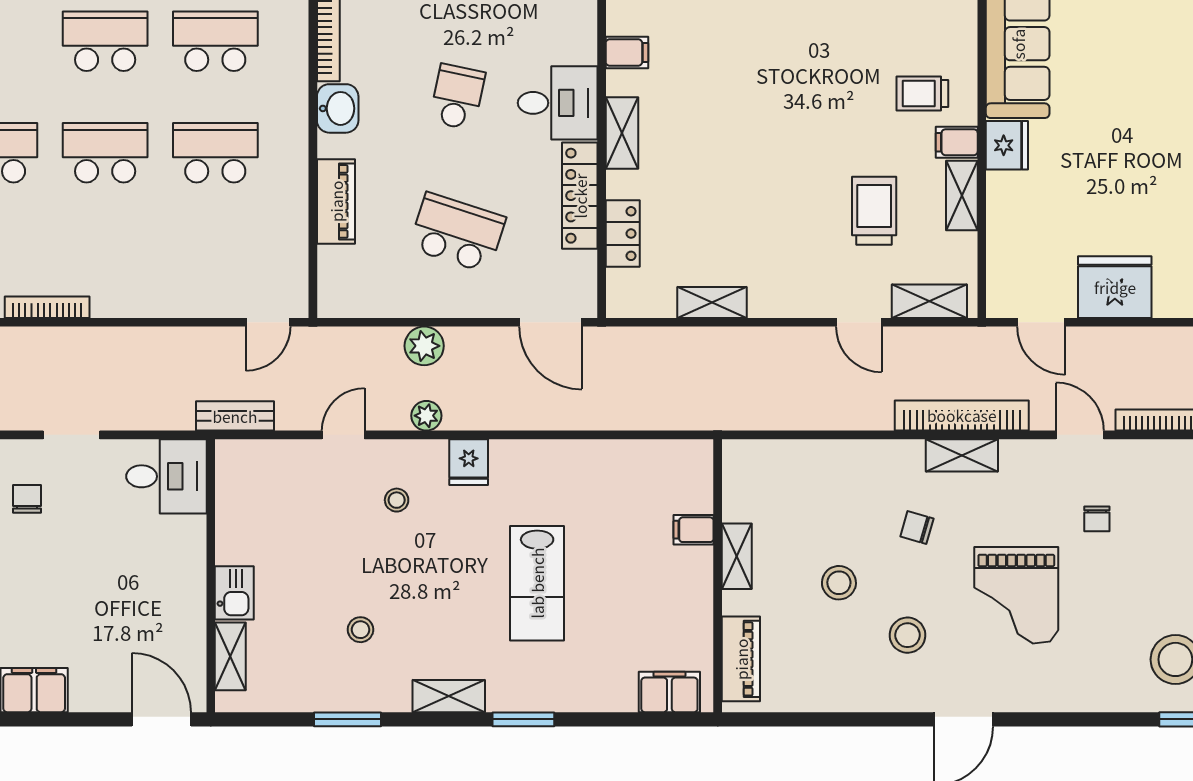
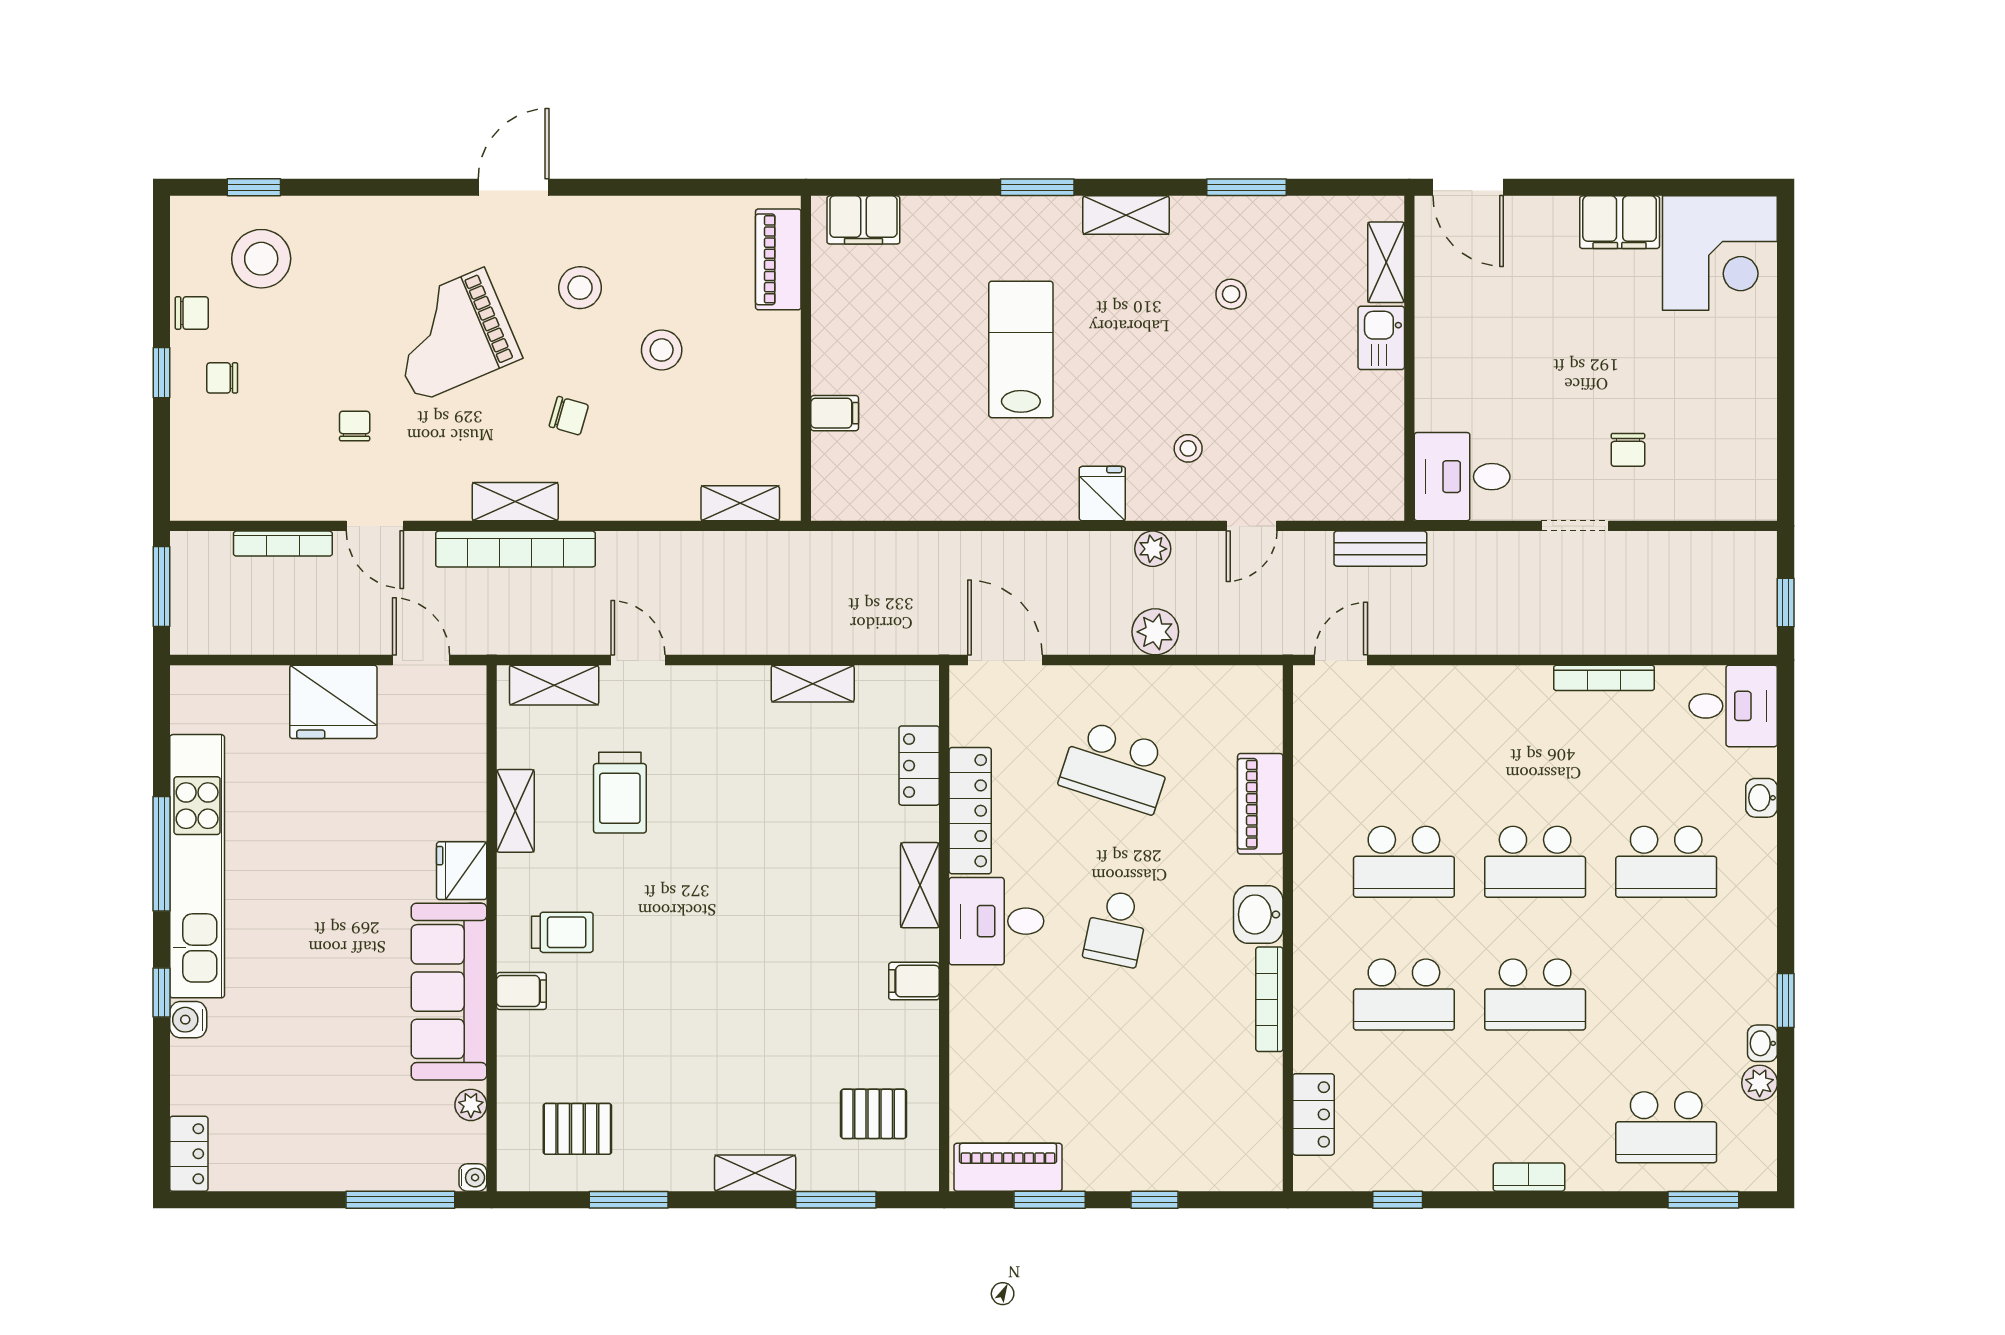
filing cabinet: (957, 142) -> (521, 991), moved
shelving: (737, 556) -> (740, 503), moved, turned 90
grand piano: (1016, 595) -> (451, 335), turned -113

